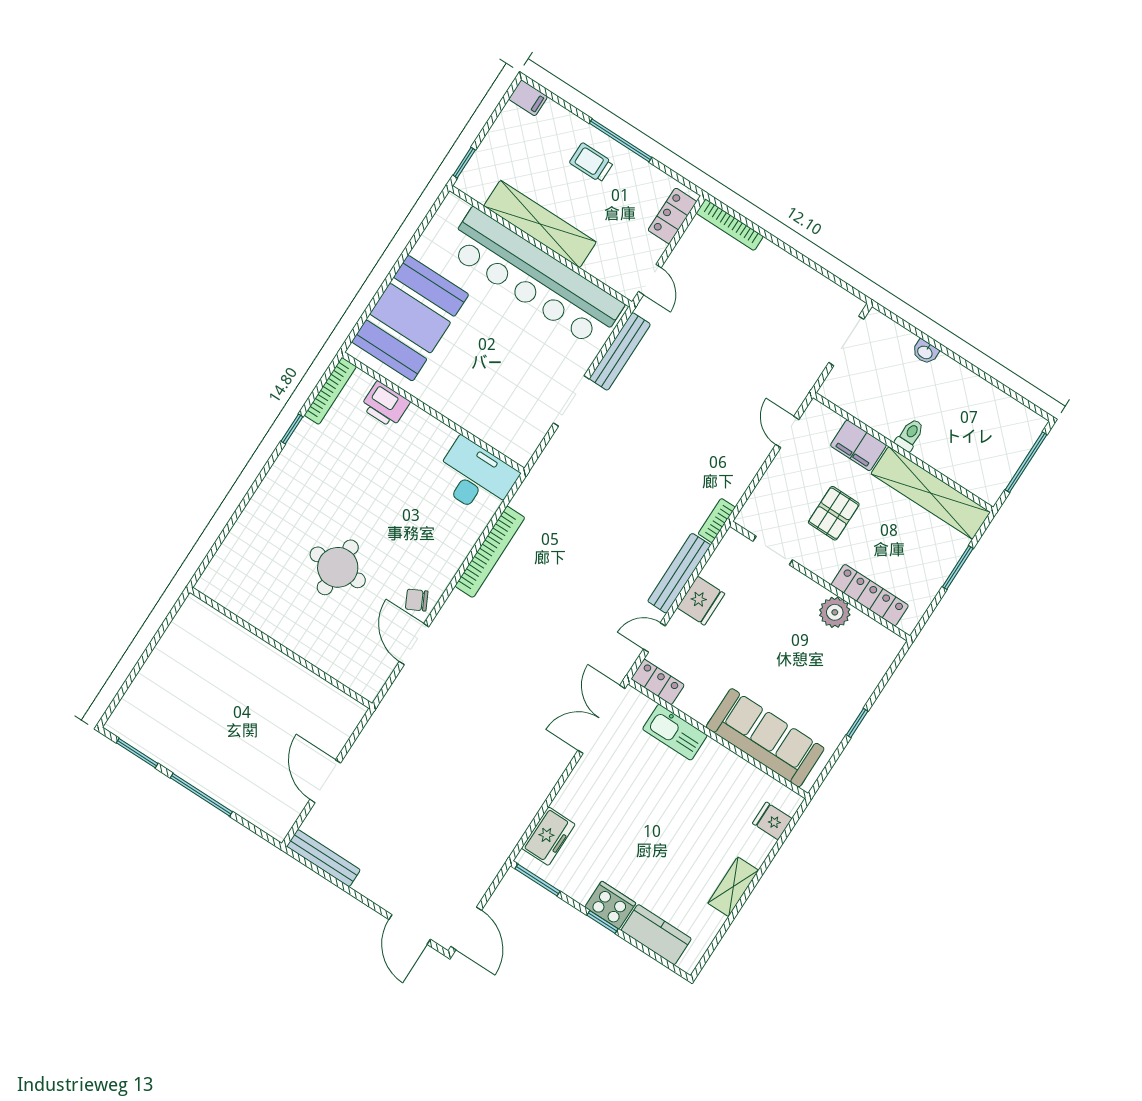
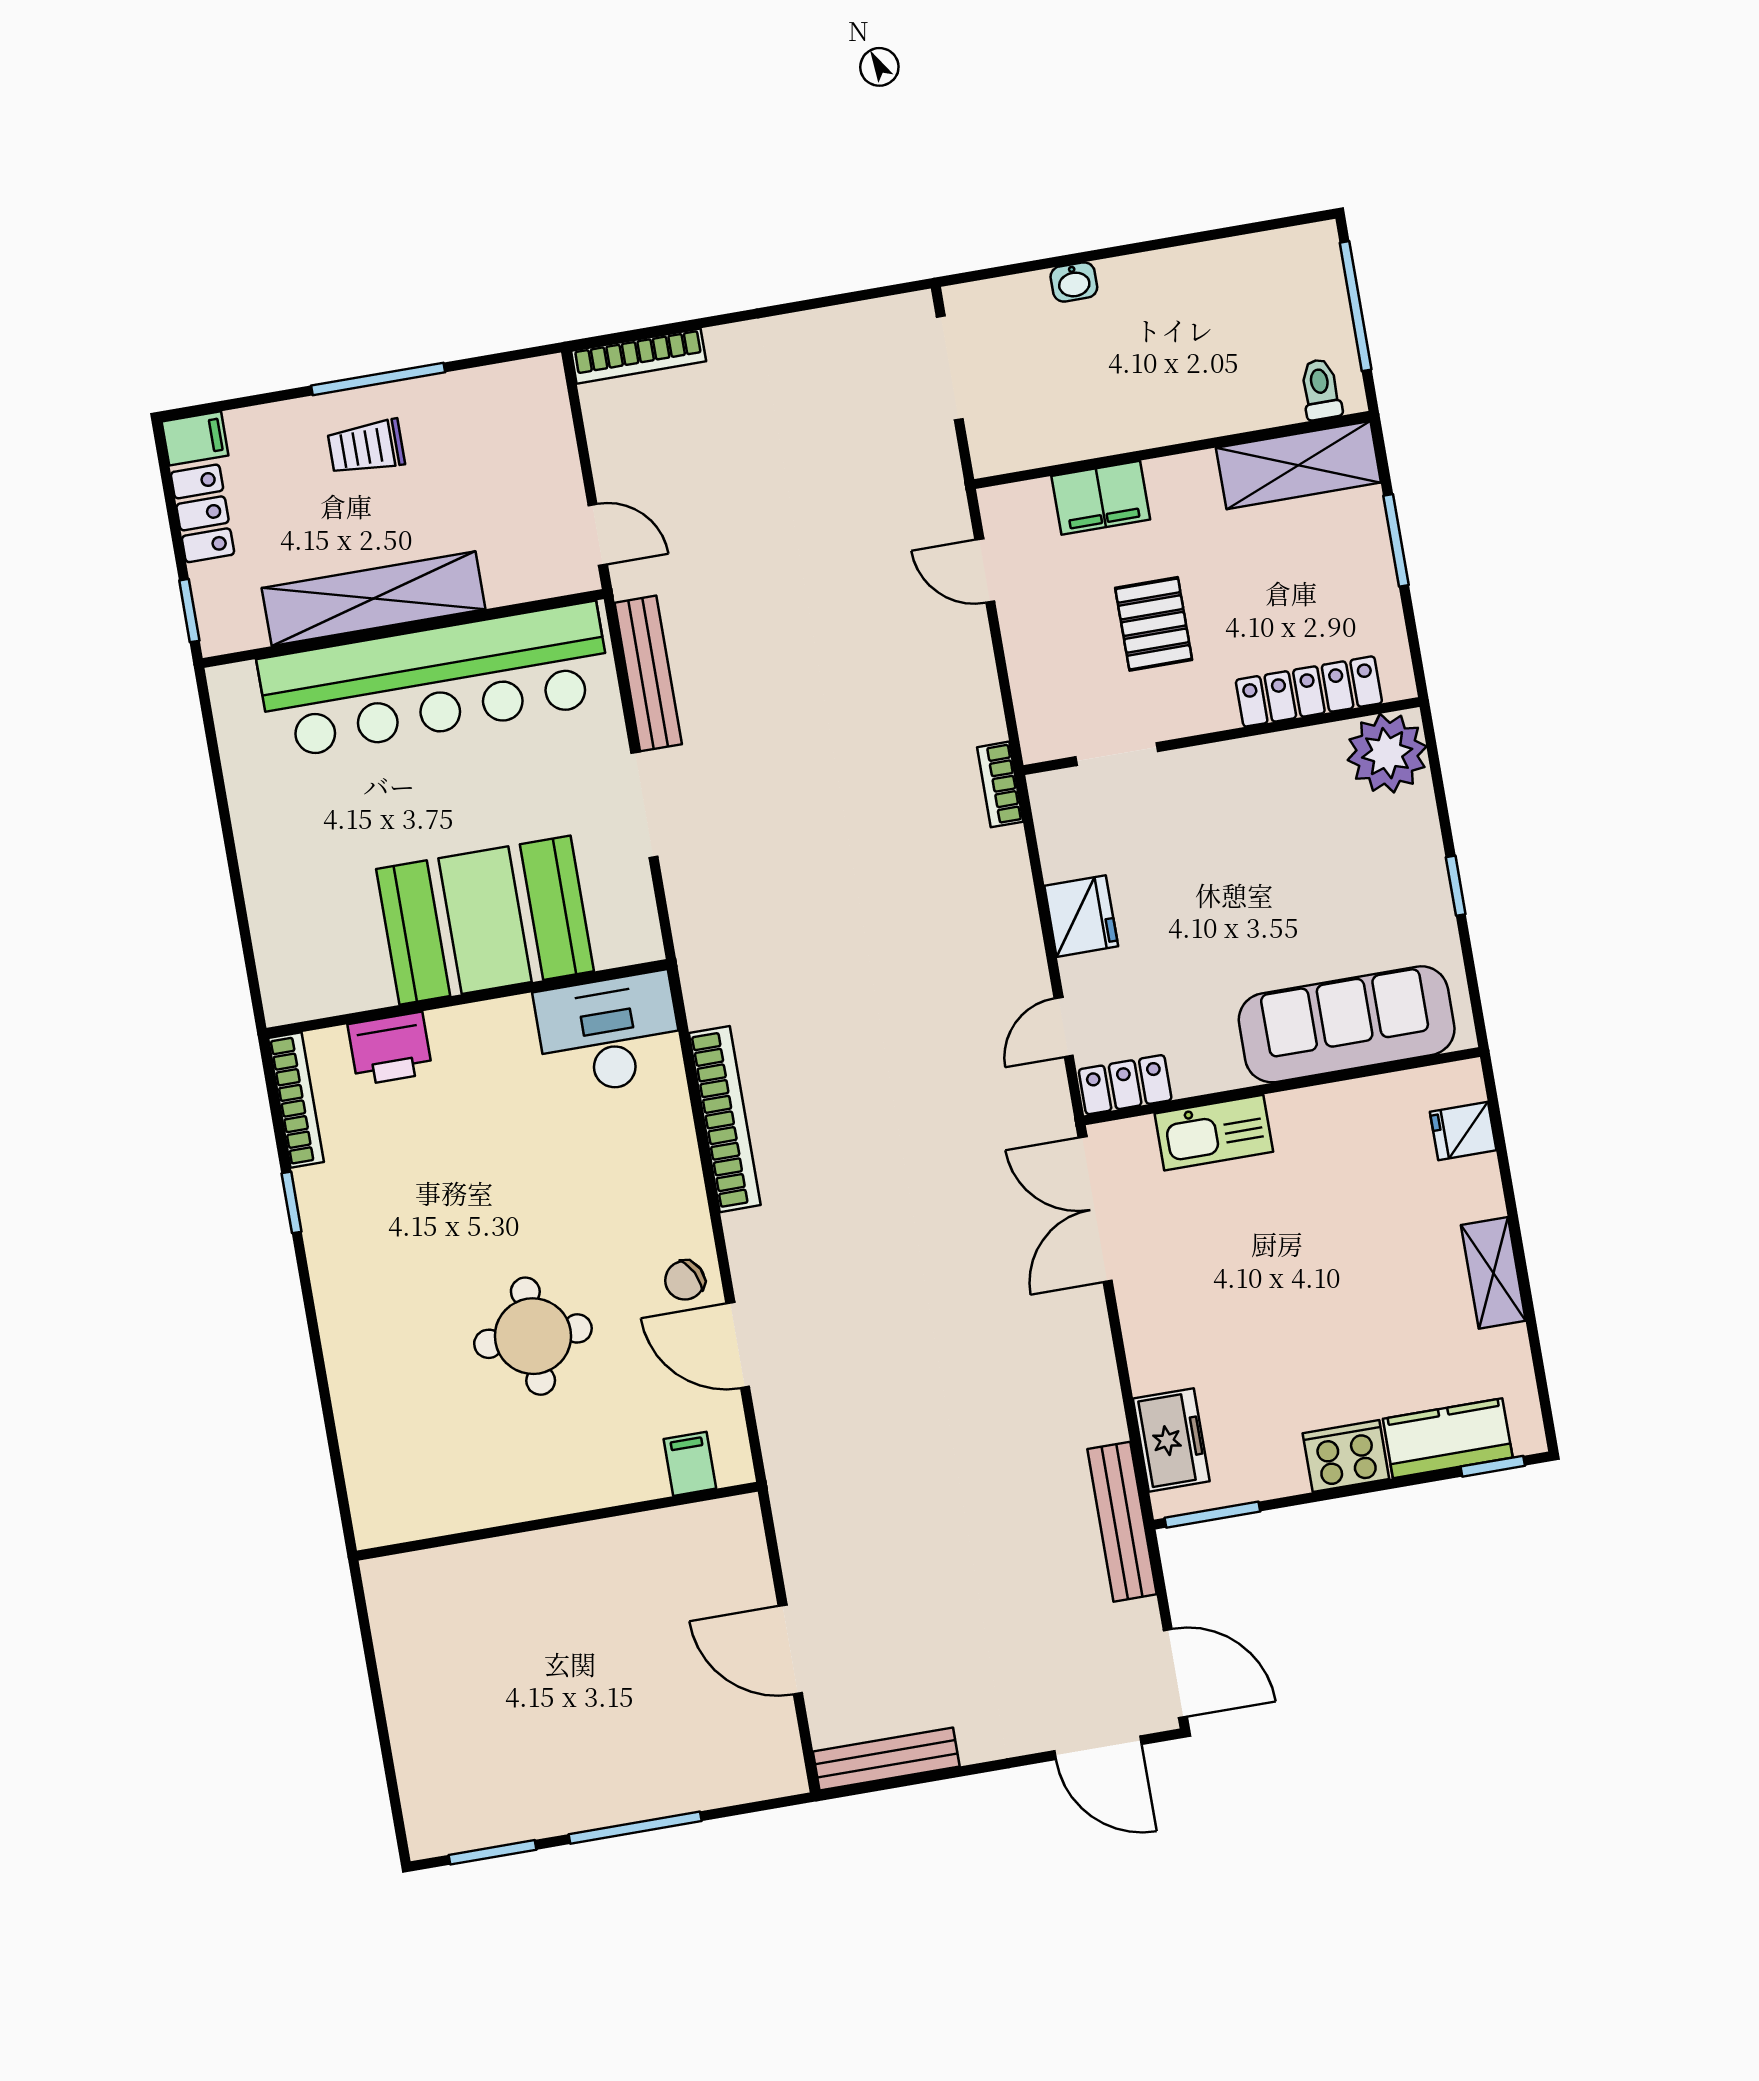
locker: (672, 216) -> (202, 513), moved, turned 180
booth: (410, 318) -> (485, 920), moved, turned 90
toilet: (910, 435) -> (1321, 389), moved
shelving: (931, 493) -> (1298, 465), width x0.68
bench: (679, 573) -> (1122, 1522), moved
plant: (835, 612) -> (1387, 753), moved, width x1.36, depth x1.36
filing cabinet: (353, 673) -> (690, 1464), added
window: (602, 922) -> (1493, 1466), moved

